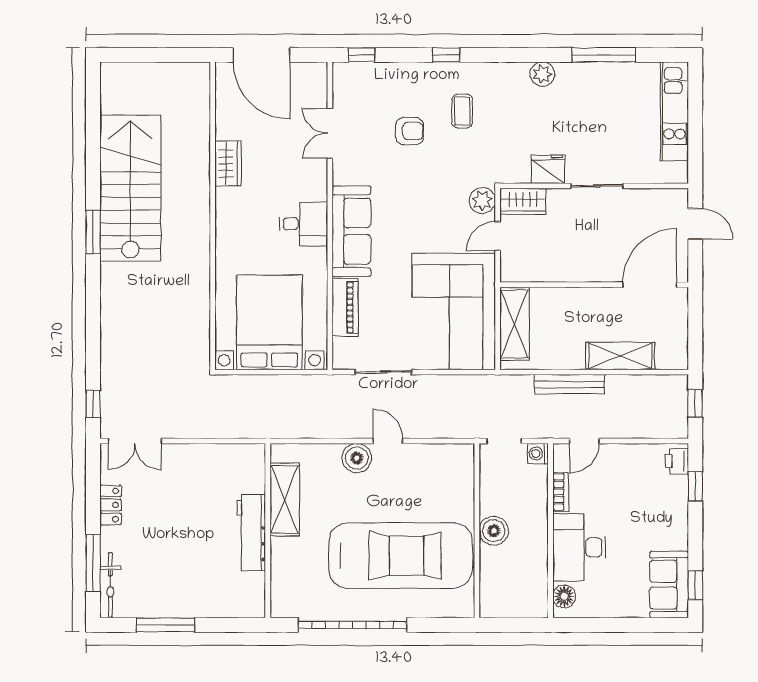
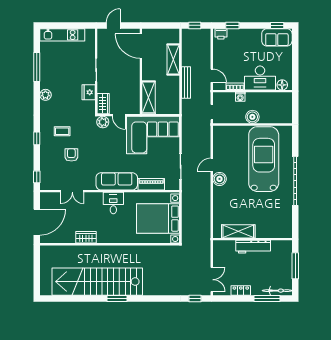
stairs: (130, 188) -> (97, 282), width x1.36
shelving: (515, 324) -> (149, 97), moved, turned 90
washing machine: (538, 454) -> (240, 97), moved
shelving: (285, 499) -> (238, 231), moved
wall: (268, 531) -> (252, 239), moved
workbench: (251, 532) -> (253, 247), moved

